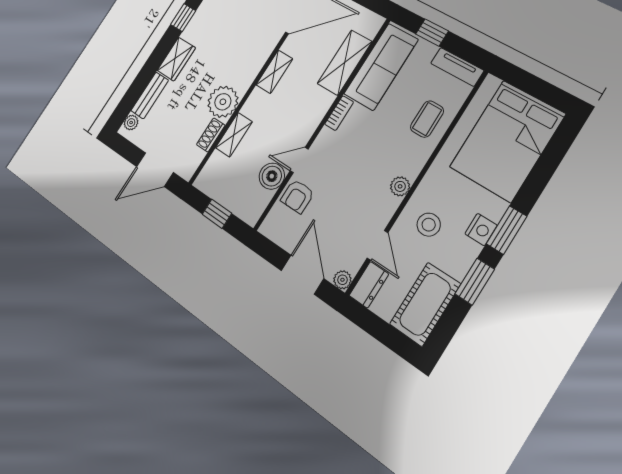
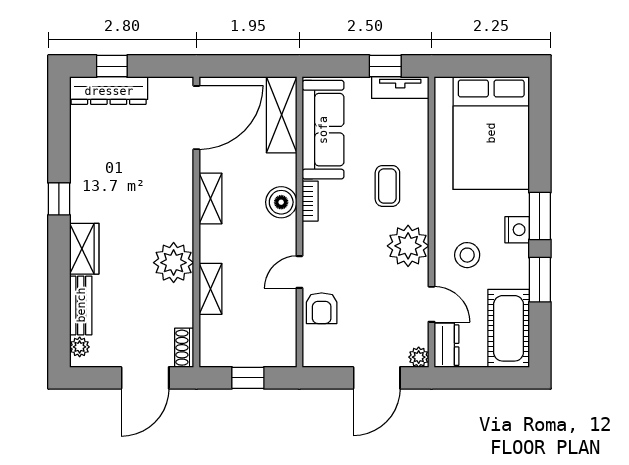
window: (432, 33) -> (385, 66), moved
shelving: (345, 63) -> (282, 115), moved
coffee table: (427, 119) -> (387, 186), moved
shoe rack: (211, 135) -> (184, 348), moved
boiler: (272, 176) -> (281, 202), moved
plant: (400, 186) -> (408, 246), width x1.88, depth x1.88
door: (302, 275) -> (377, 378), swing flipped

